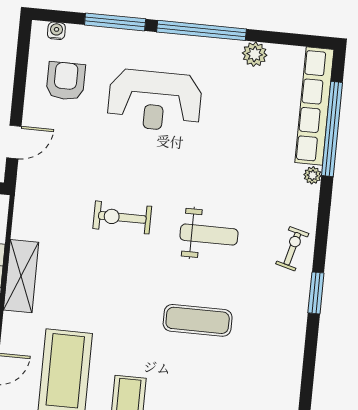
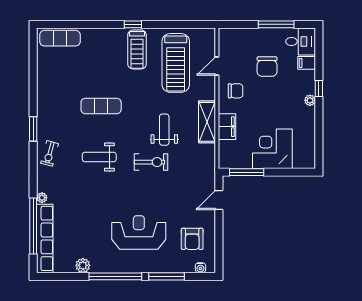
weight bench: (95, 270) -> (164, 130), added

